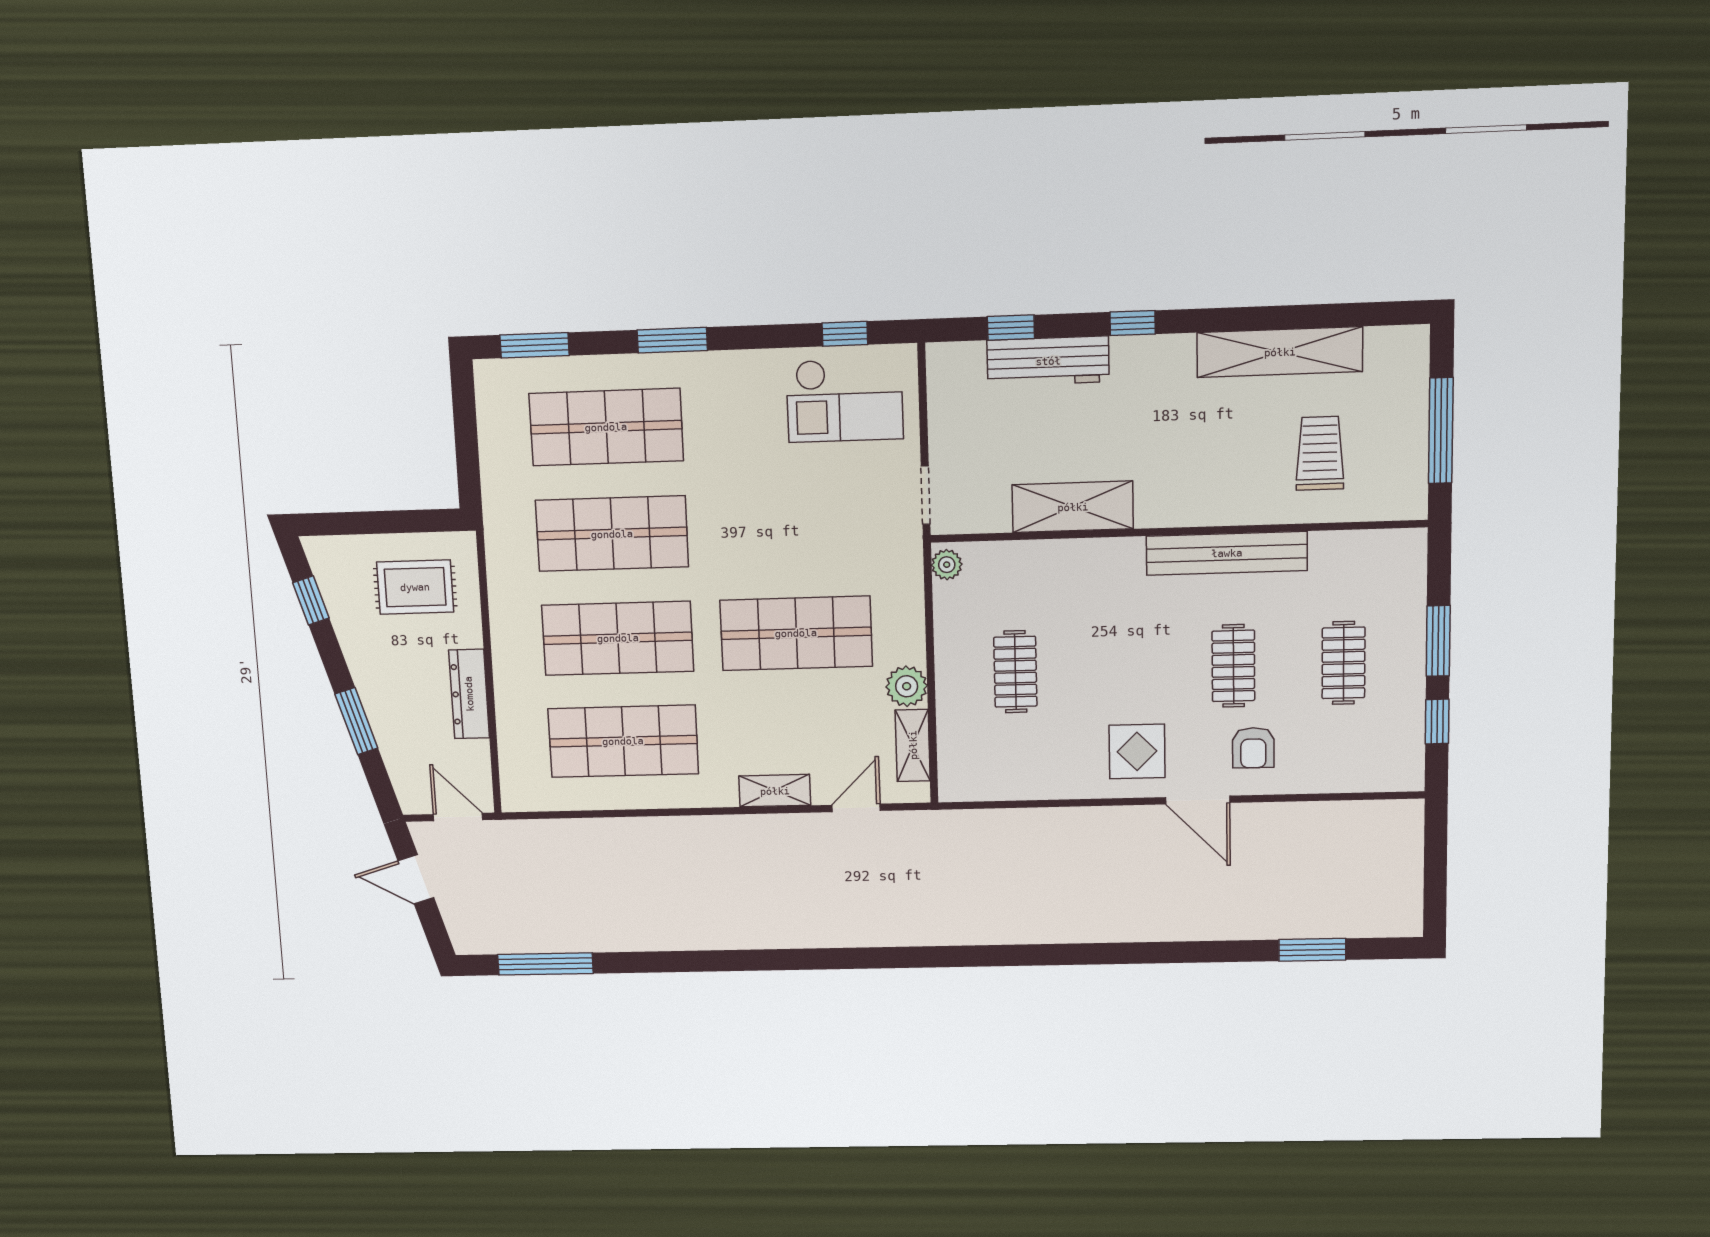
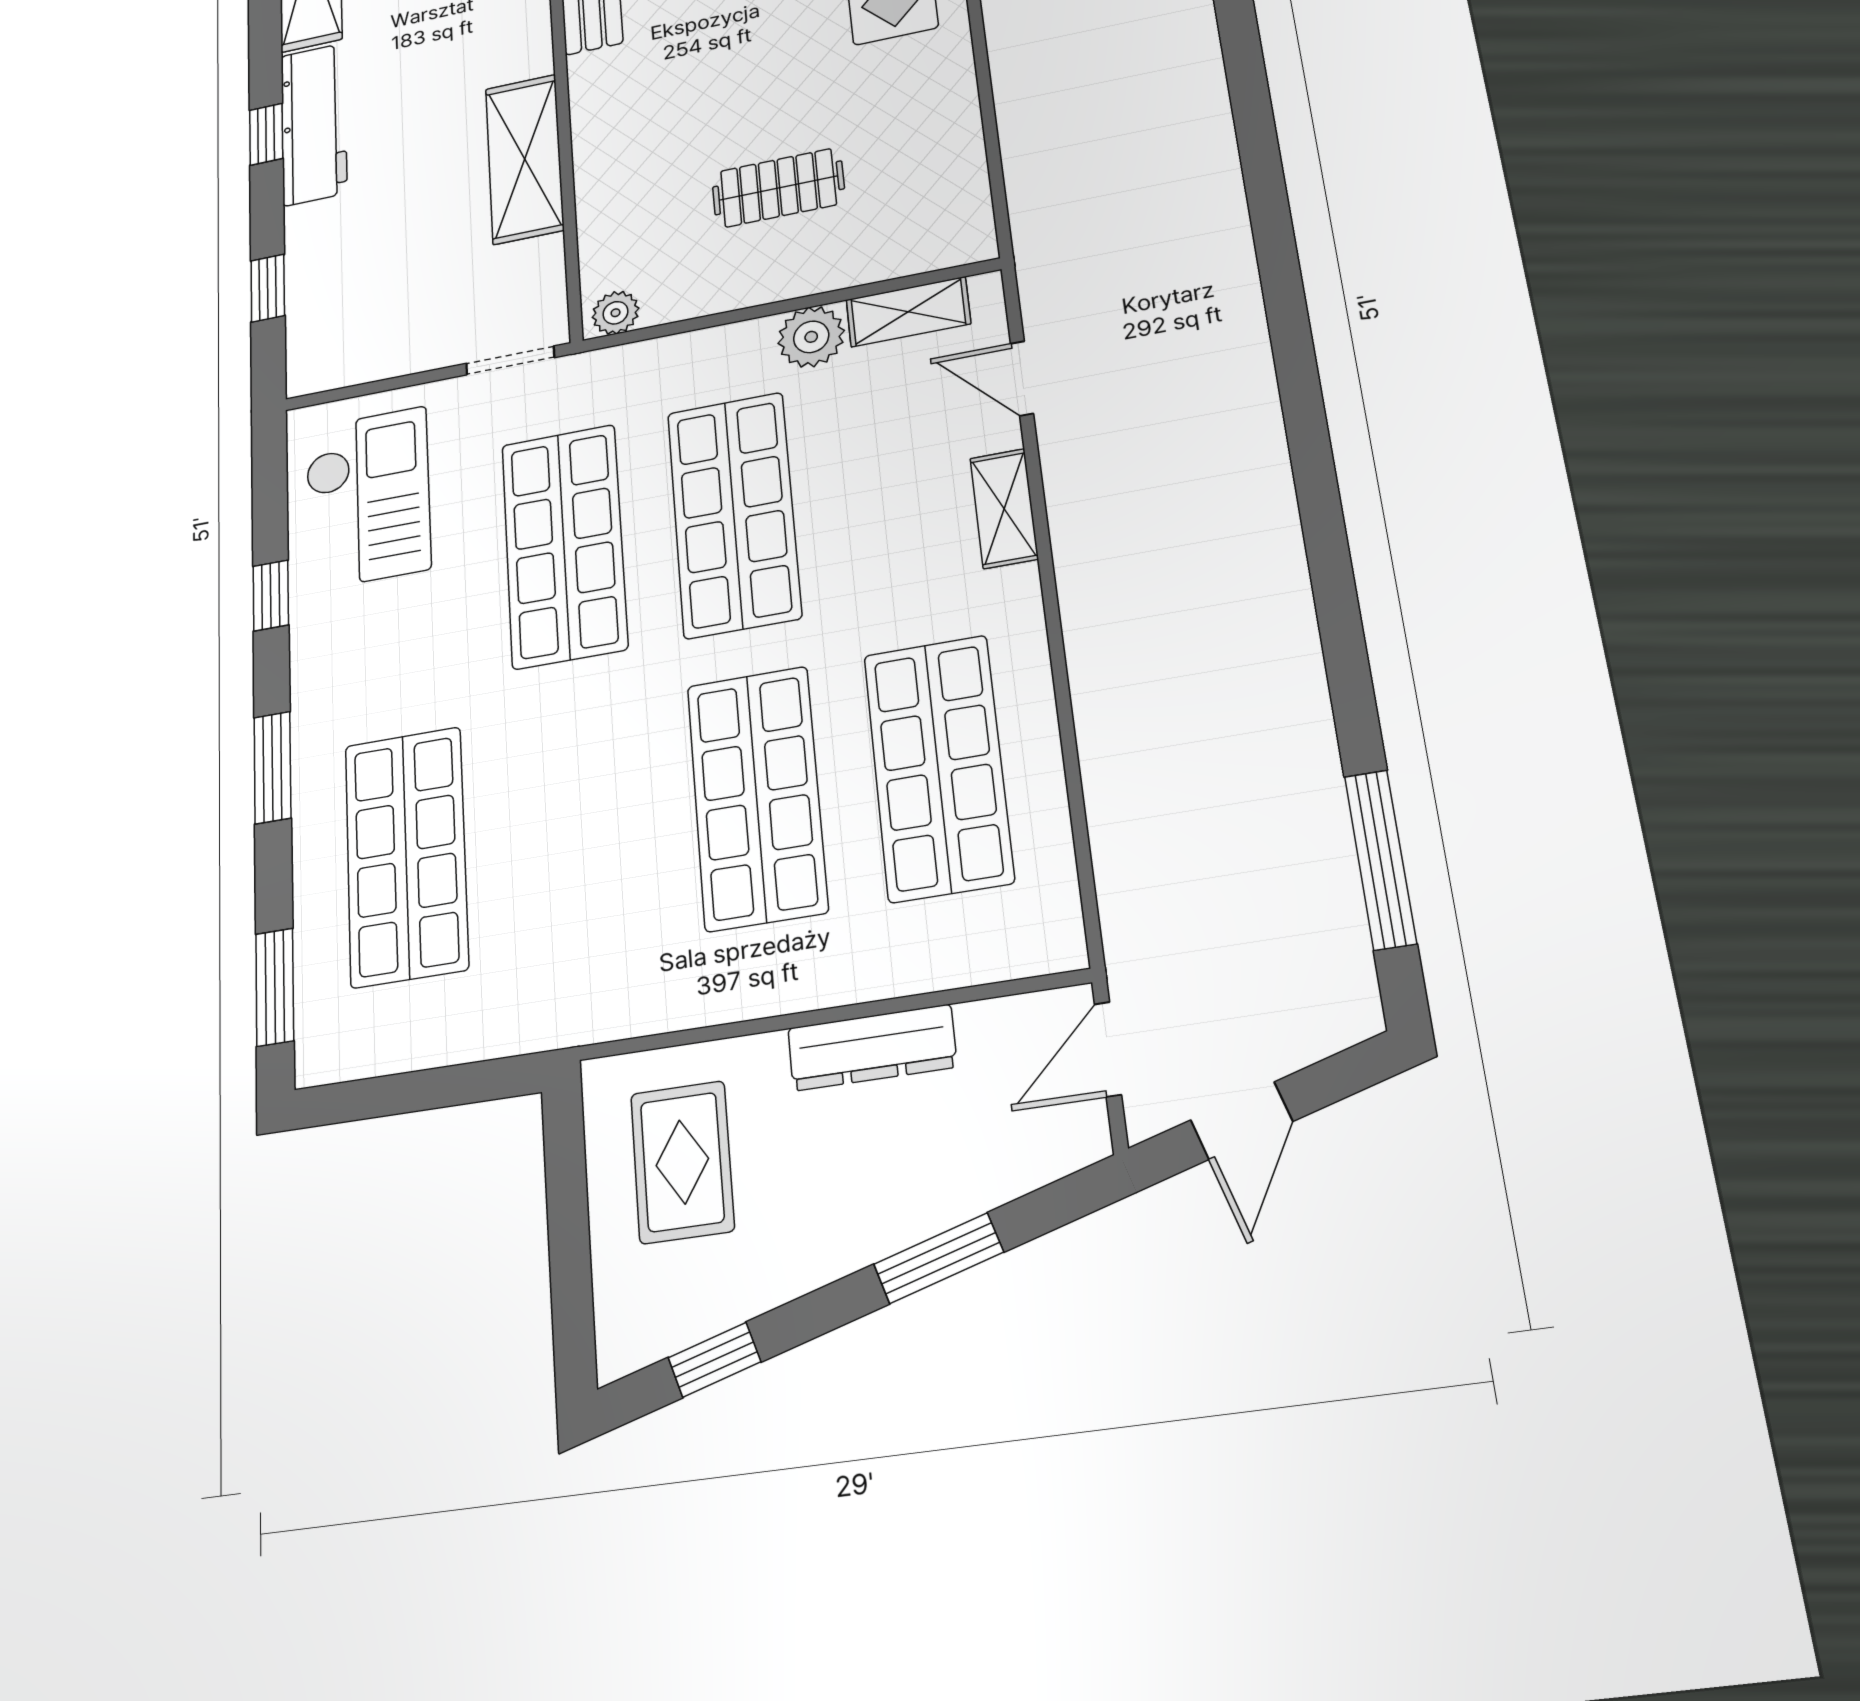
window: (845, 334) -> (271, 596), moved
workbench: (1048, 361) -> (314, 124), moved
shop shelf: (612, 534) -> (564, 546), moved

